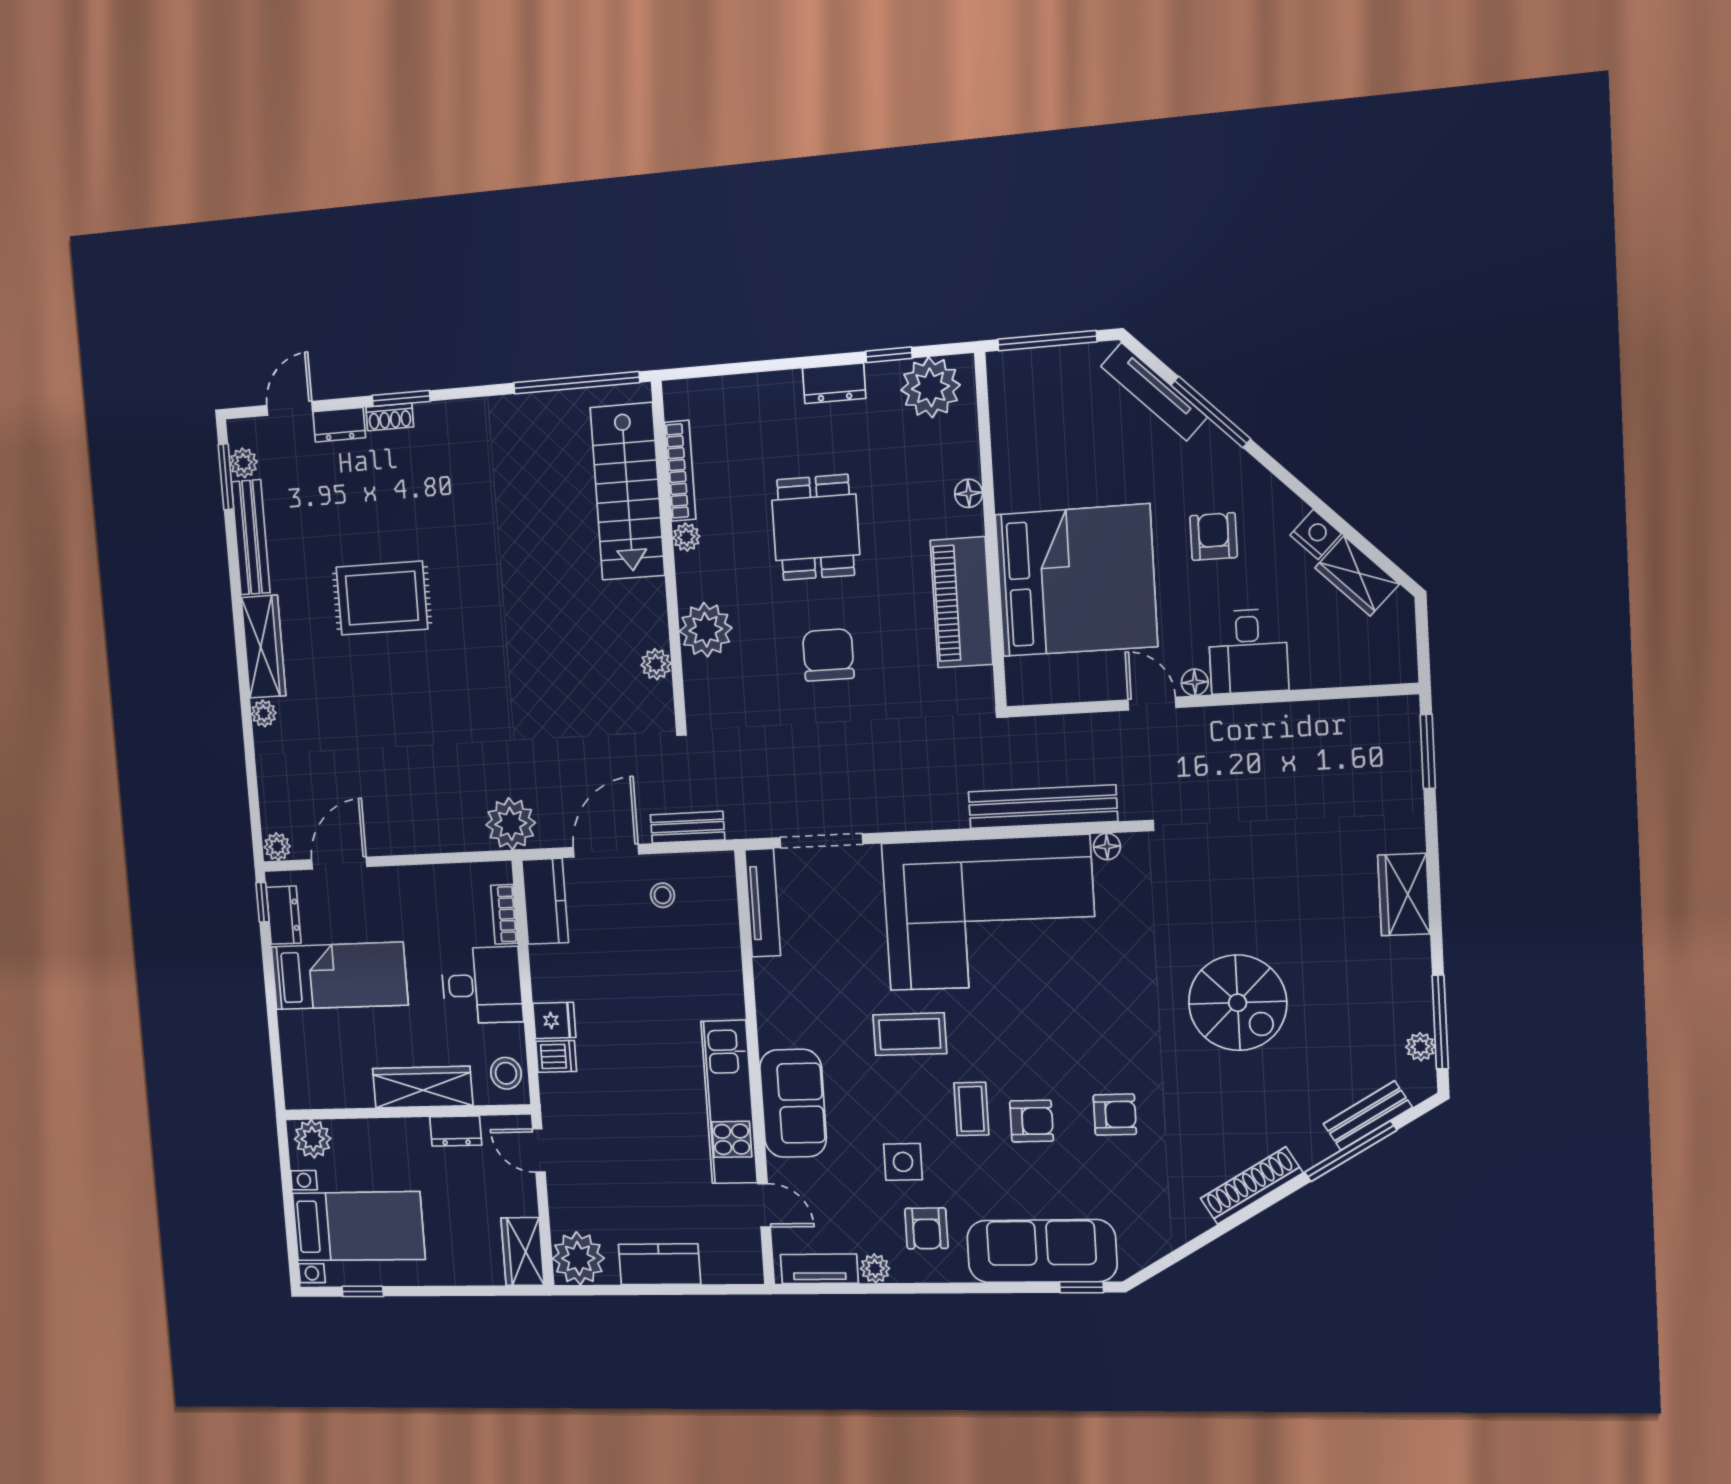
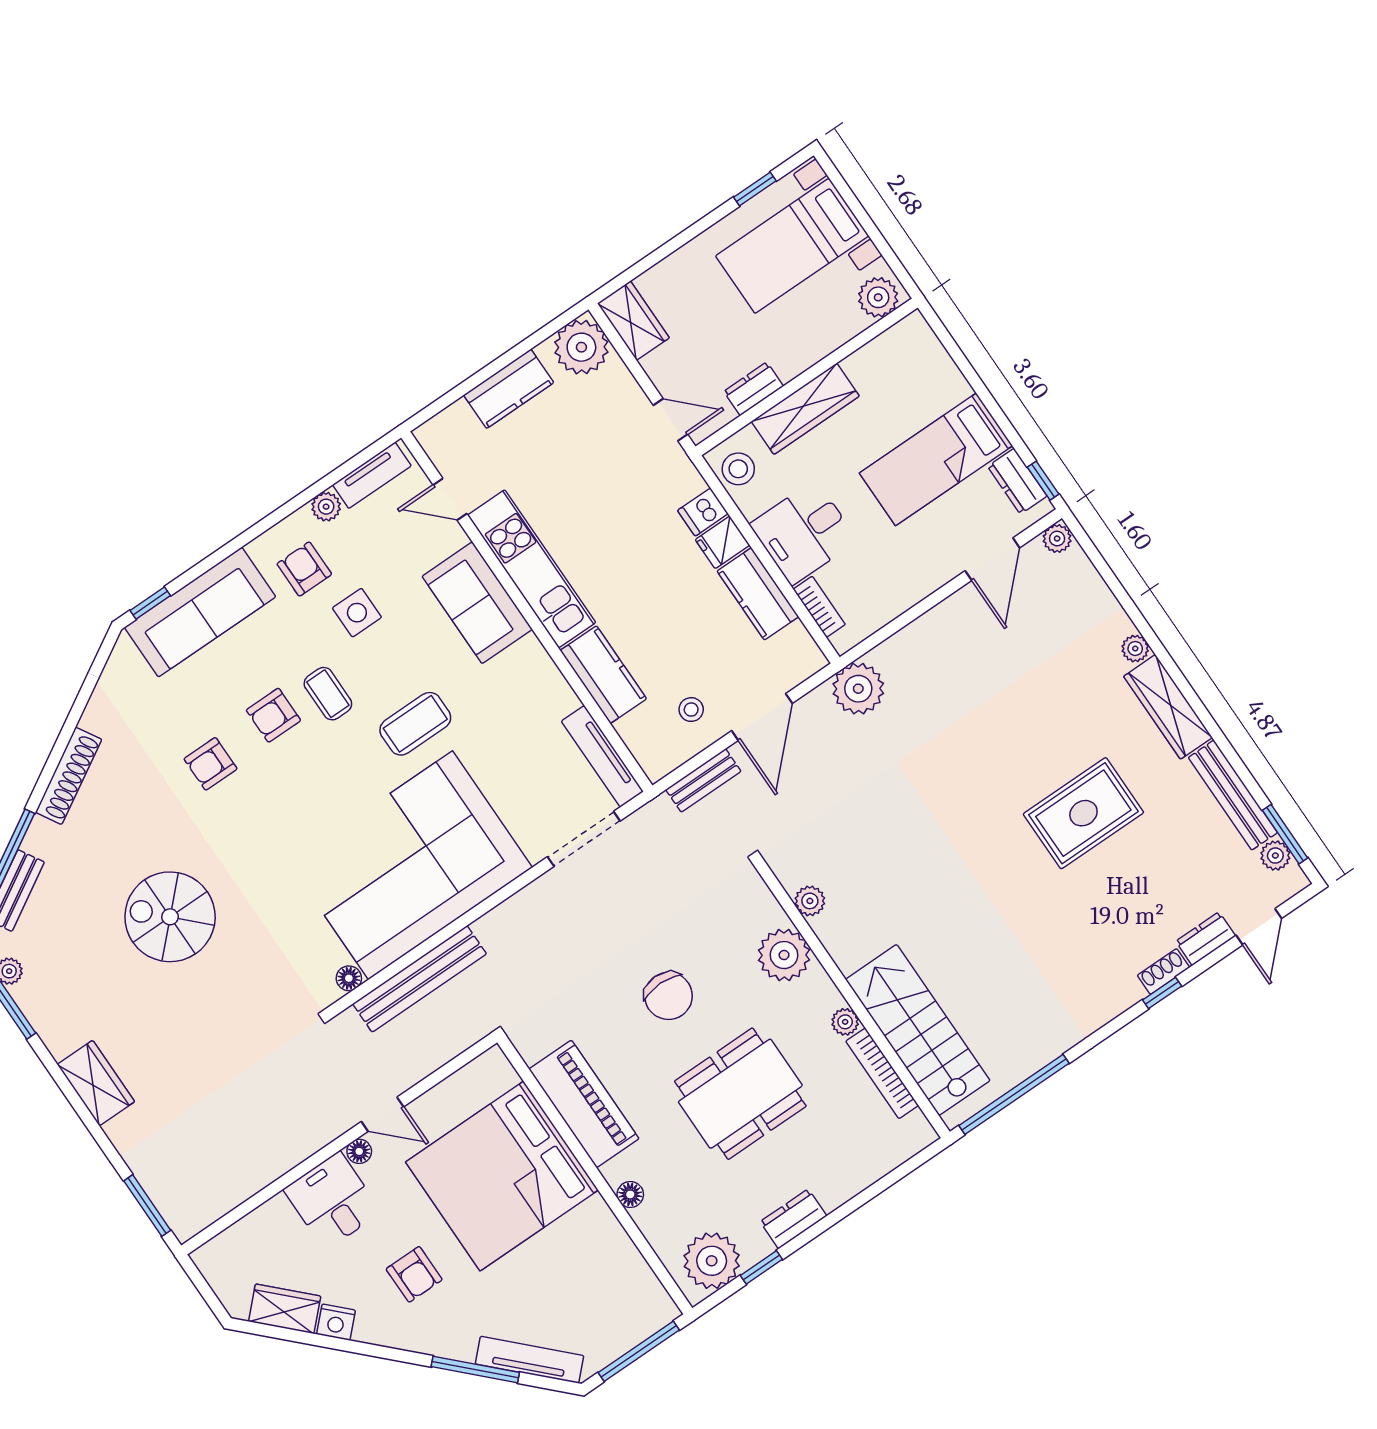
window: (401, 398) -> (1162, 993), width x0.67
dining table: (816, 527) -> (740, 1094), width x1.38
kitchen counter: (545, 901) -> (758, 594), moved
kitchen counter: (720, 973) -> (603, 675), added

